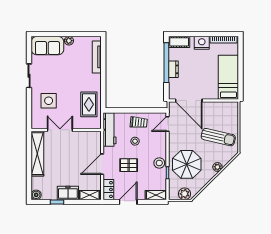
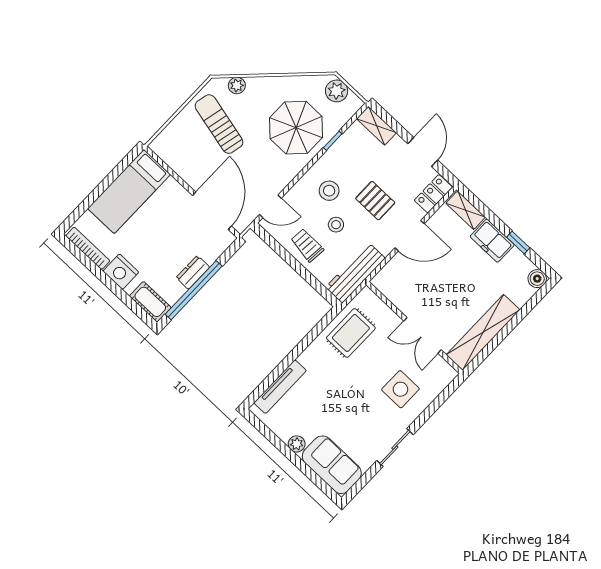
stool: (159, 163) -> (329, 191), moved
plant: (217, 167) -> (237, 85), moved
door: (128, 202) -> (423, 152), swing flipped

